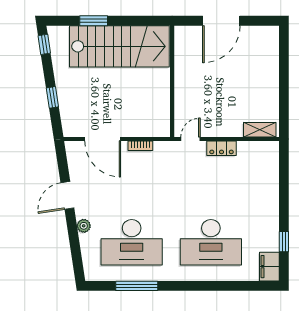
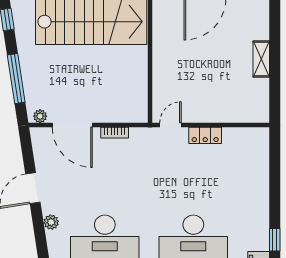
window: (52, 97) -> (16, 79), width x2.17
shelving: (260, 130) -> (261, 59), moved, turned 90
plant: (74, 131) -> (40, 116), added

